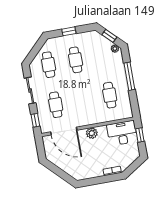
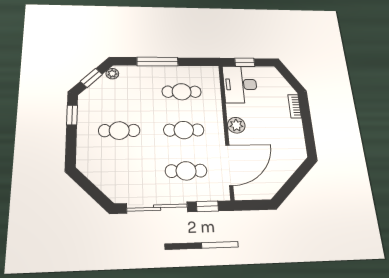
window: (69, 31) -> (72, 115), moved
cafe table: (49, 65) -> (184, 130), moved
sliding door: (30, 90) -> (157, 208), width x1.37

